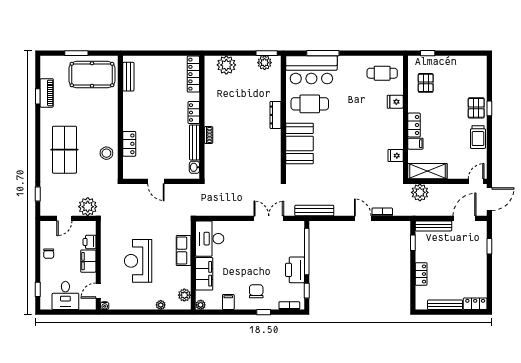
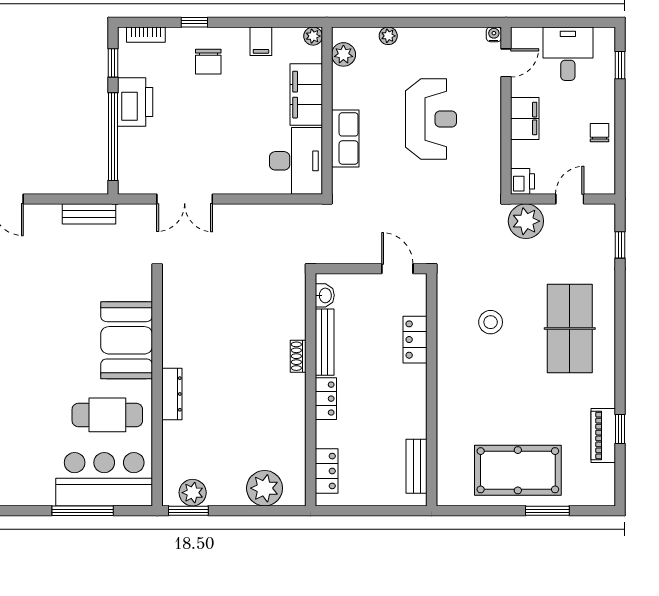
locker: (193, 74) -> (327, 471), width x0.66
bench: (128, 77) -> (417, 466), moved
wall: (120, 117) -> (432, 390), moved
locker: (129, 144) -> (415, 340), moved
bench: (314, 211) -> (89, 214), width x0.73
printer: (89, 242) -> (523, 181), moved

